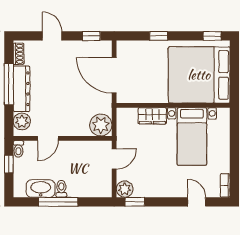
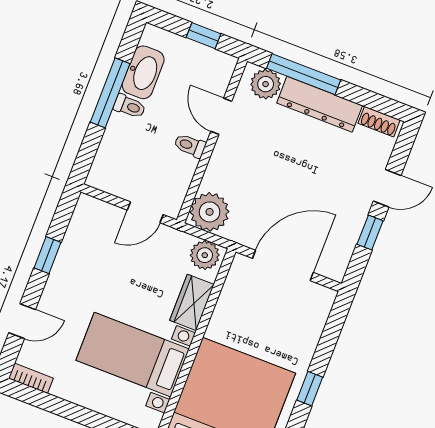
window: (91, 36) -> (370, 233), moved
window: (159, 36) -> (310, 389), moved
window: (9, 84) -> (304, 74), moved
toilet: (18, 149) -> (190, 146), moved
door: (114, 159) -> (145, 212), hinge flipped
plant: (125, 189) -> (205, 255), moved
window: (135, 202) -> (48, 255), moved

